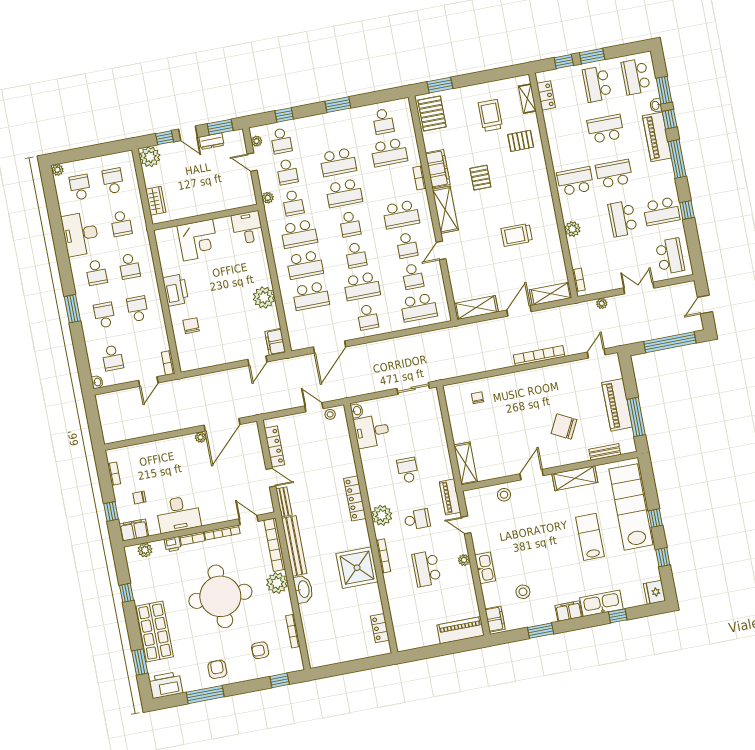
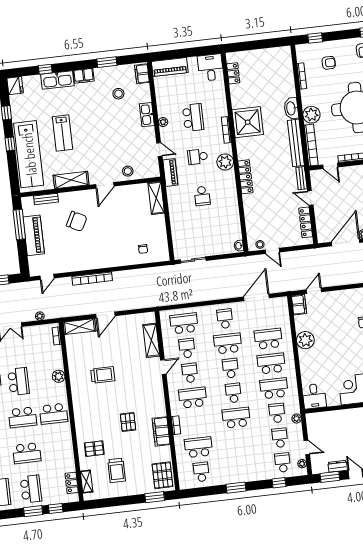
school desk: (338, 162) -> (239, 442), removed
shelving: (445, 210) -> (158, 399), removed
shelving: (476, 308) -> (151, 340), moved, turned 90
desk: (372, 431) -> (211, 67), moved, turned -90

